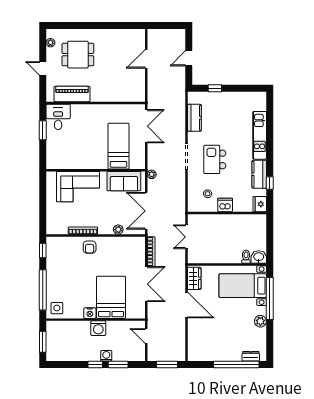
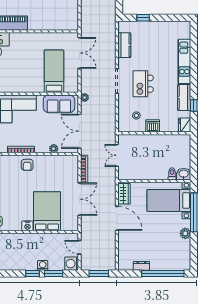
washing machine: (98, 328) -> (72, 264), moved, turned 90
dresser: (251, 356) -> (141, 266), moved

